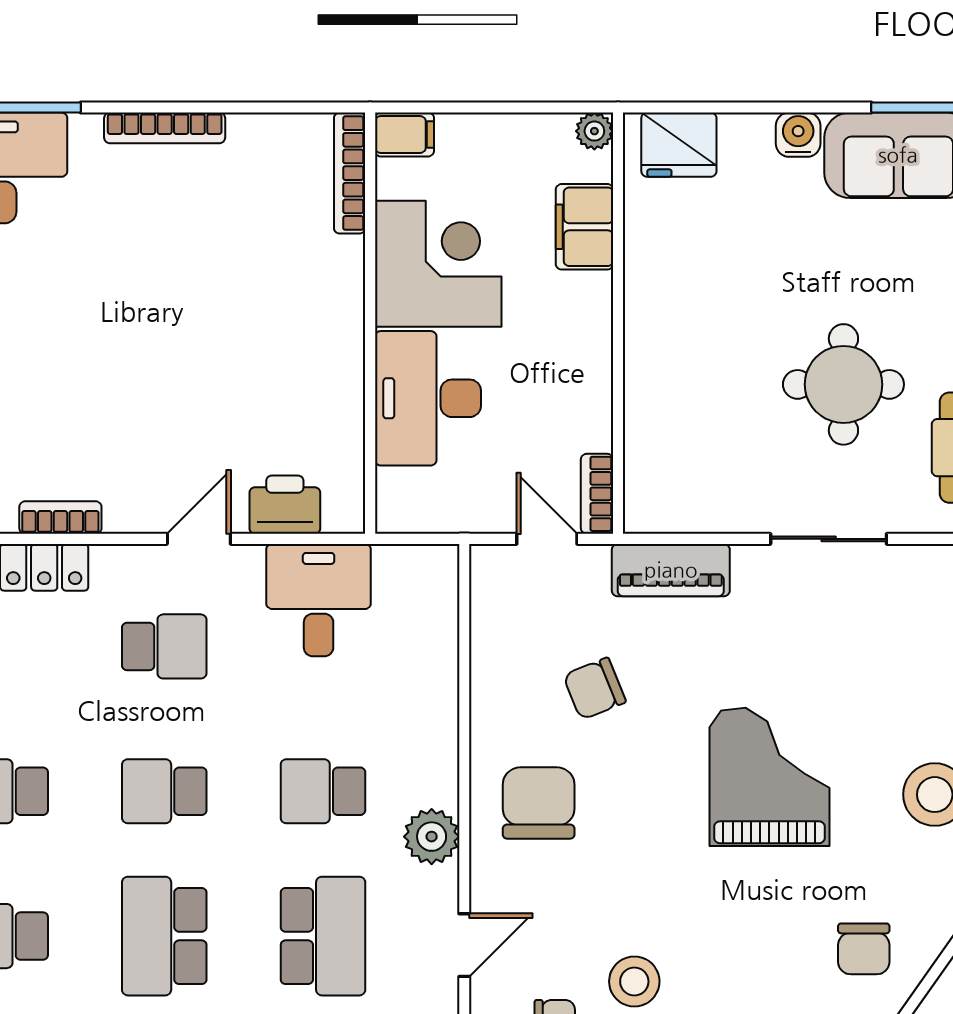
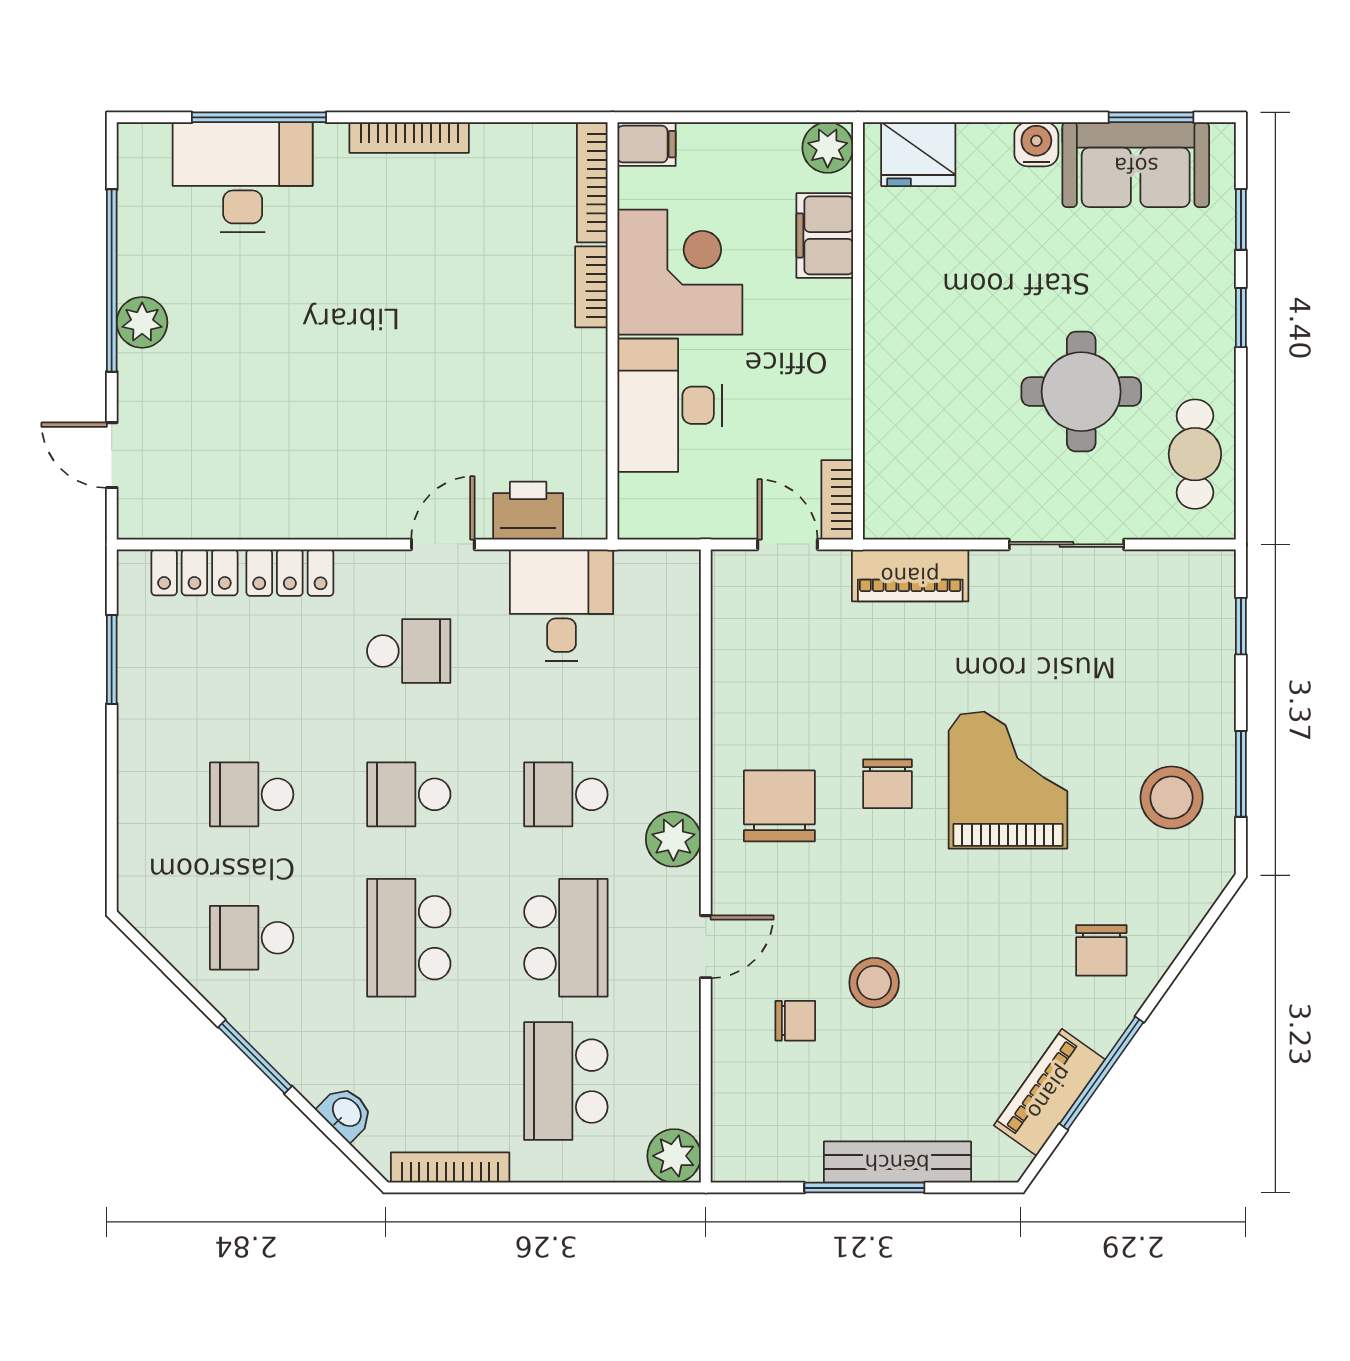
plant: (594, 131) -> (828, 148), width x1.38, depth x1.38
bookcase: (60, 518) -> (591, 287), moved, turned -90
chair: (595, 689) -> (887, 784), moved, turned -68

